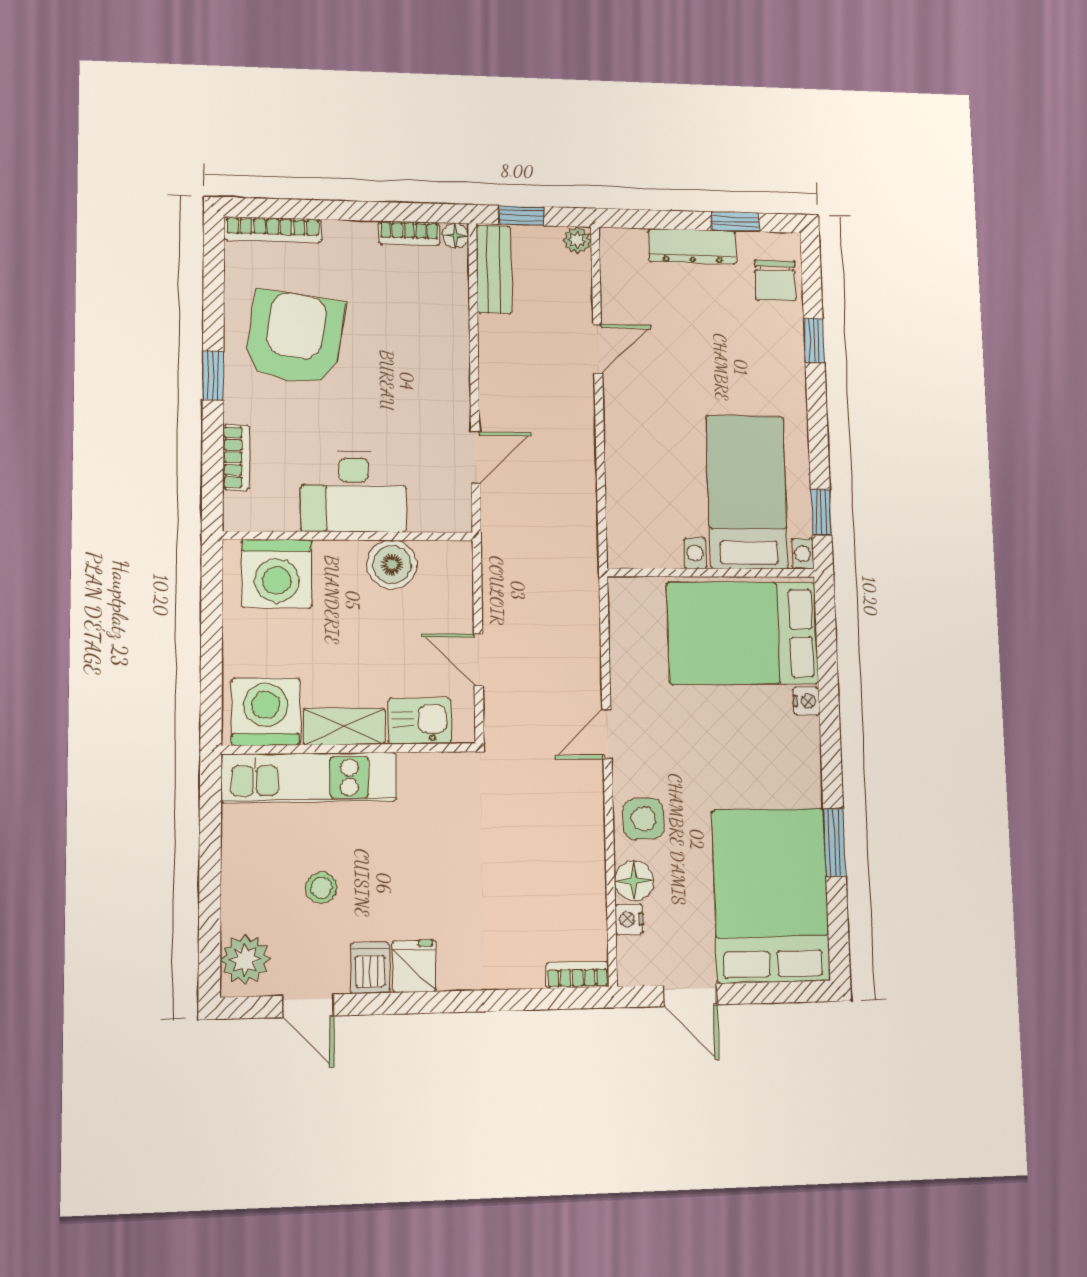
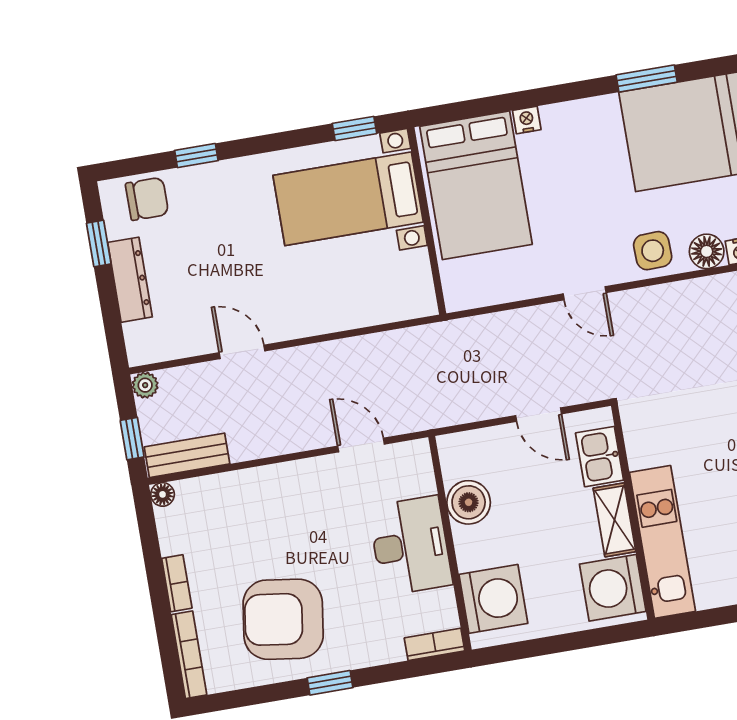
bookcase: (409, 233) -> (177, 583), moved
bookcase: (236, 457) -> (434, 644), moved
door: (478, 660) -> (539, 415), hinge flipped

